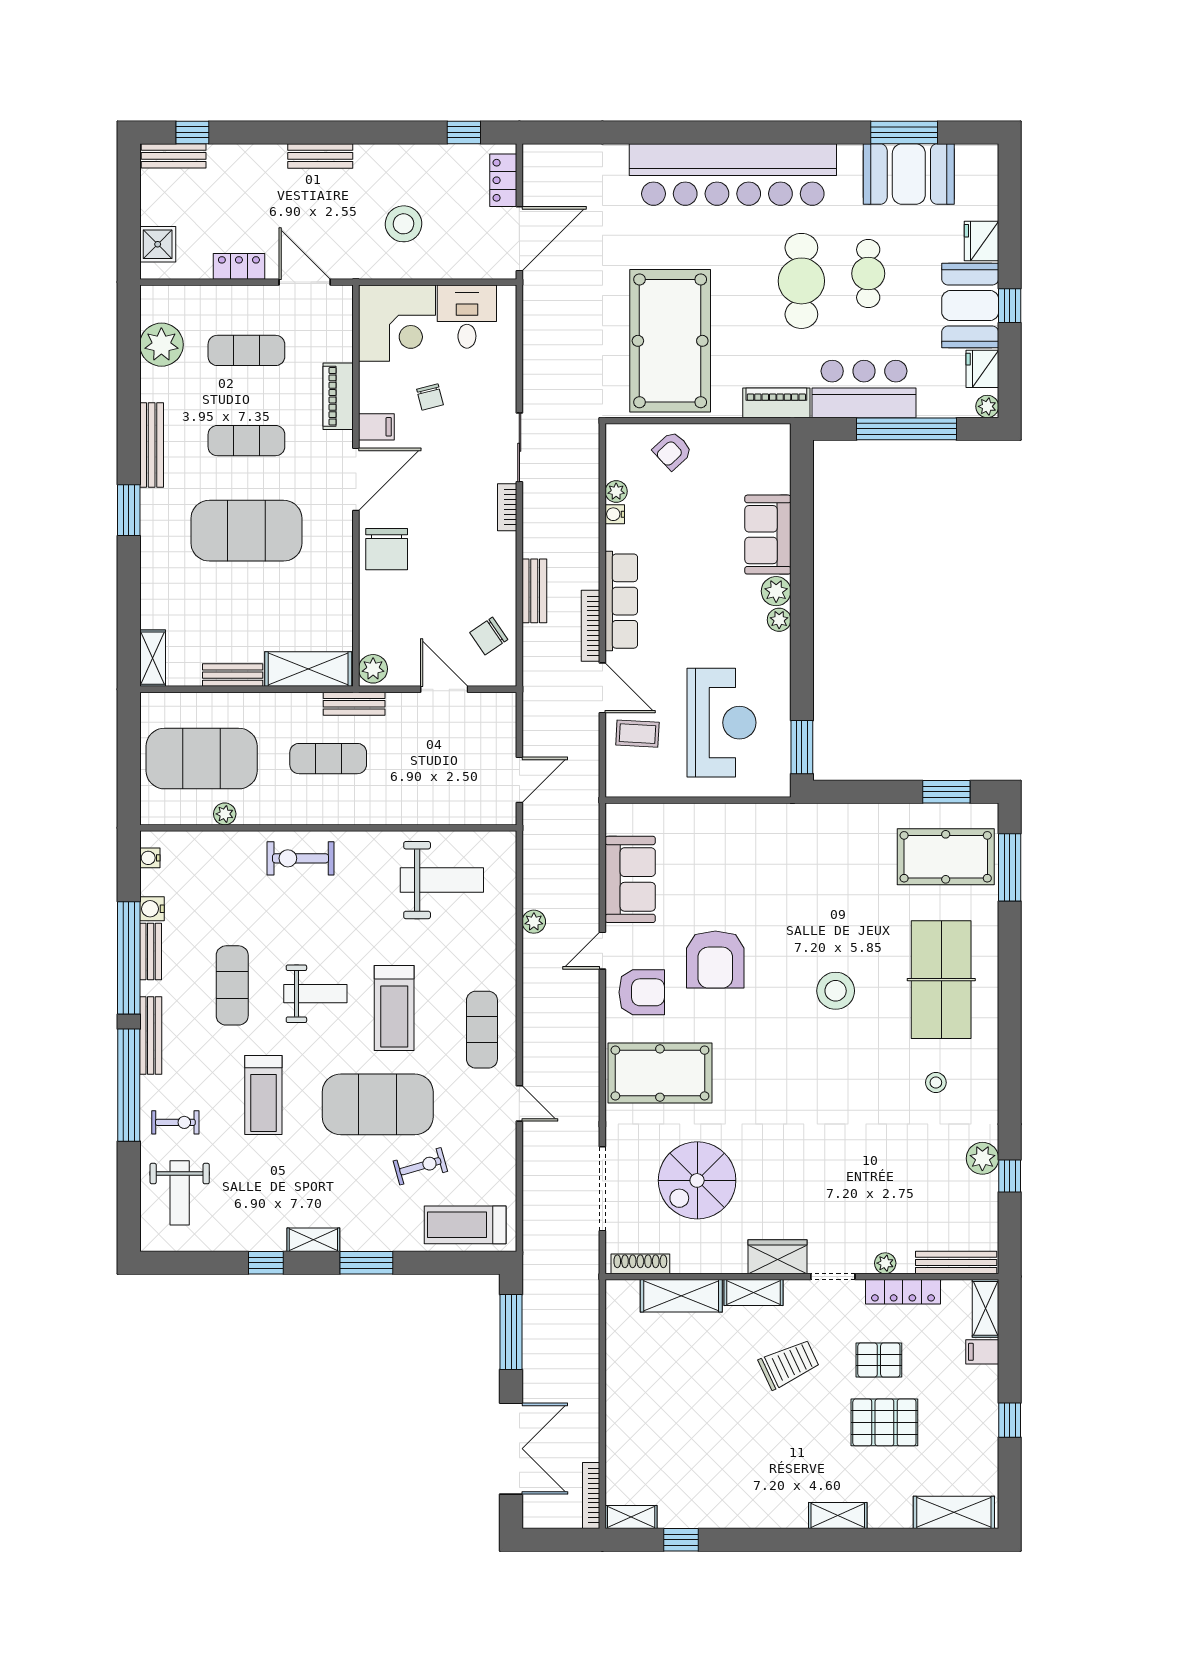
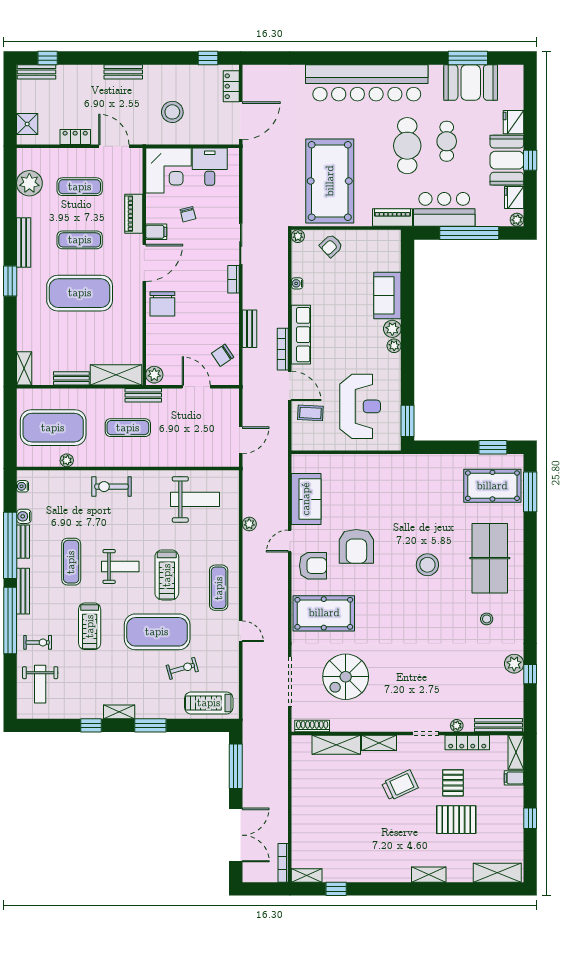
plant: (616, 491) -> (298, 236), moved
wardrobe: (778, 1257) -> (393, 722), removed
pallet: (879, 1360) -> (453, 783), turned 90

